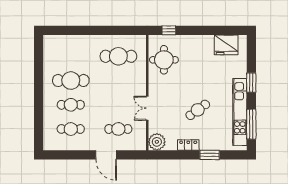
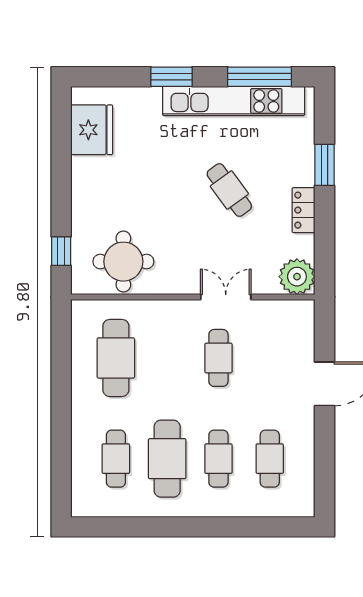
cafe table: (71, 56) -> (116, 459), added
double door: (147, 108) -> (226, 297), swing flipped
cafe table: (118, 129) -> (218, 358), moved

